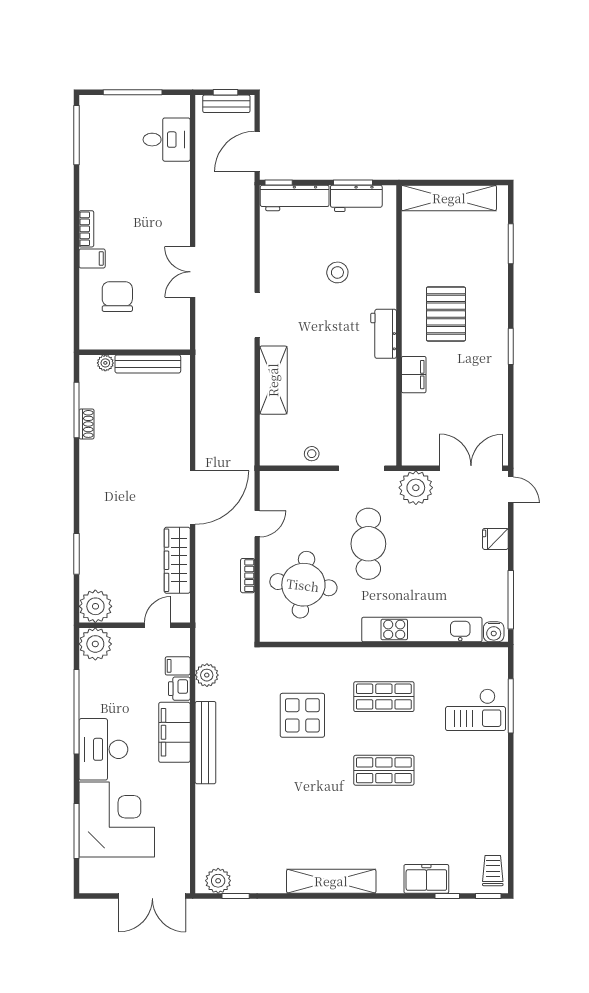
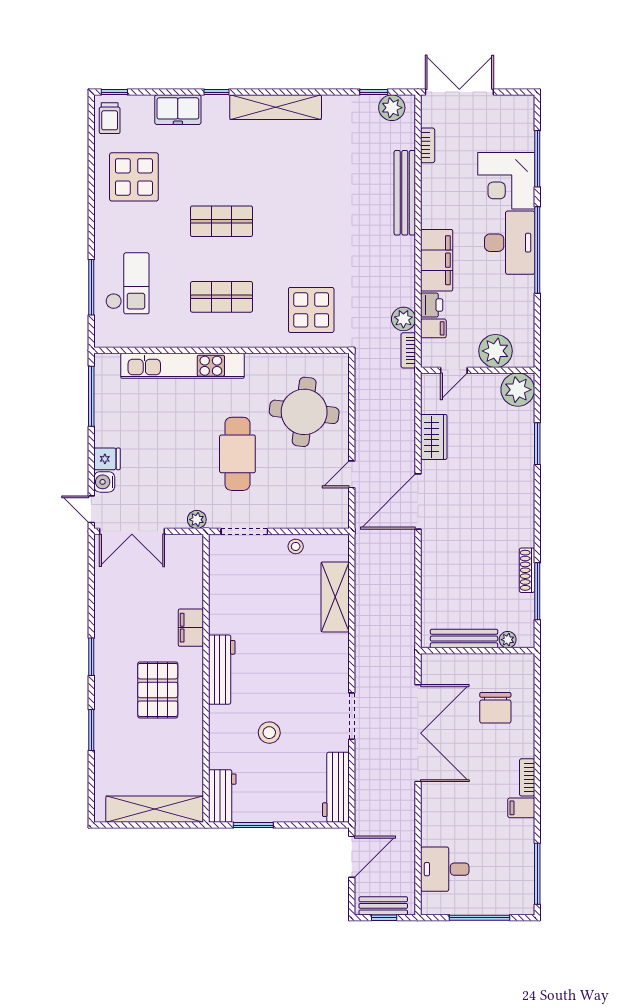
window: (279, 182) -> (330, 825), removed
workbench: (295, 198) -> (336, 787), moved, turned -90
workbench: (356, 198) -> (222, 796), moved, turned 90
window: (511, 244) -> (91, 730), moved
filing cabinet: (92, 258) -> (521, 808), moved
double door: (193, 272) -> (418, 733), width x1.87
doorway: (257, 315) -> (352, 716), moved
workbench: (384, 334) -> (222, 670), width x1.38
shelving: (273, 380) -> (335, 597), moved
shoe rack: (87, 424) -> (527, 570), width x1.43
plant: (416, 488) -> (197, 520), width x0.53, depth x0.53
wardrobe: (177, 560) -> (434, 437), width x0.67
bookcase: (248, 576) -> (408, 350), moved, turned 180
water cooler: (494, 632) -> (104, 482), moved, turned -90
plant: (95, 644) -> (496, 351), moved
checkout: (476, 710) -> (127, 283), turned 90
window: (77, 712) -> (537, 250), moved
display table: (302, 715) -> (311, 310), moved
bench: (205, 743) -> (405, 193), moved
display table: (469, 813) -> (134, 177), added
corner desk: (117, 820) -> (506, 181), width x0.74, depth x0.74
bookcase: (183, 844) -> (428, 145), added
window: (447, 896) -> (216, 92), moved

